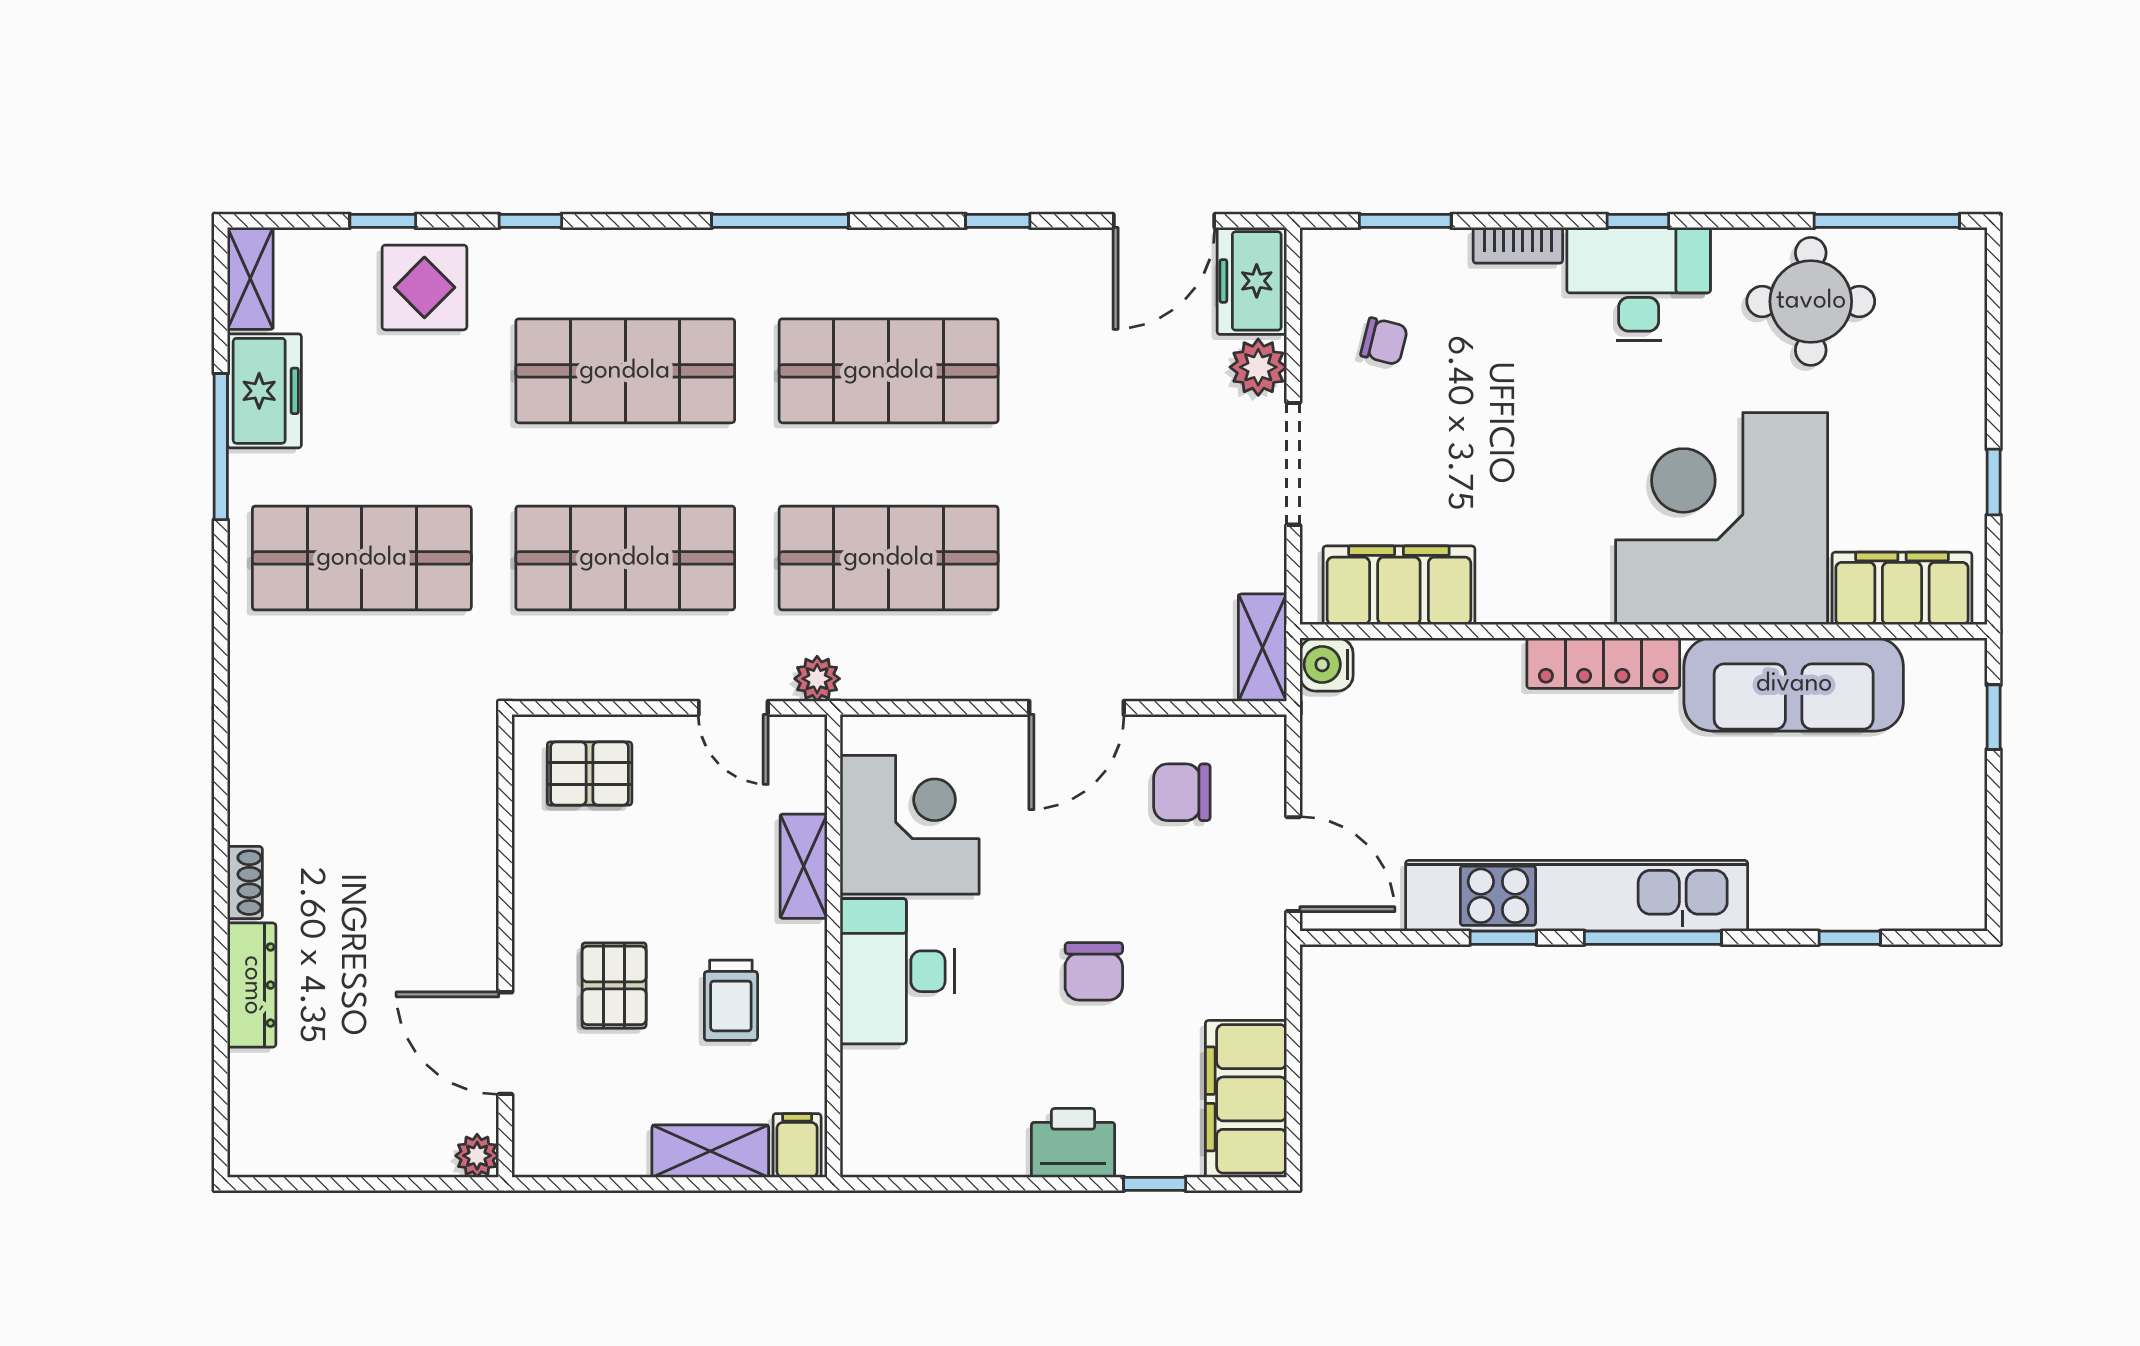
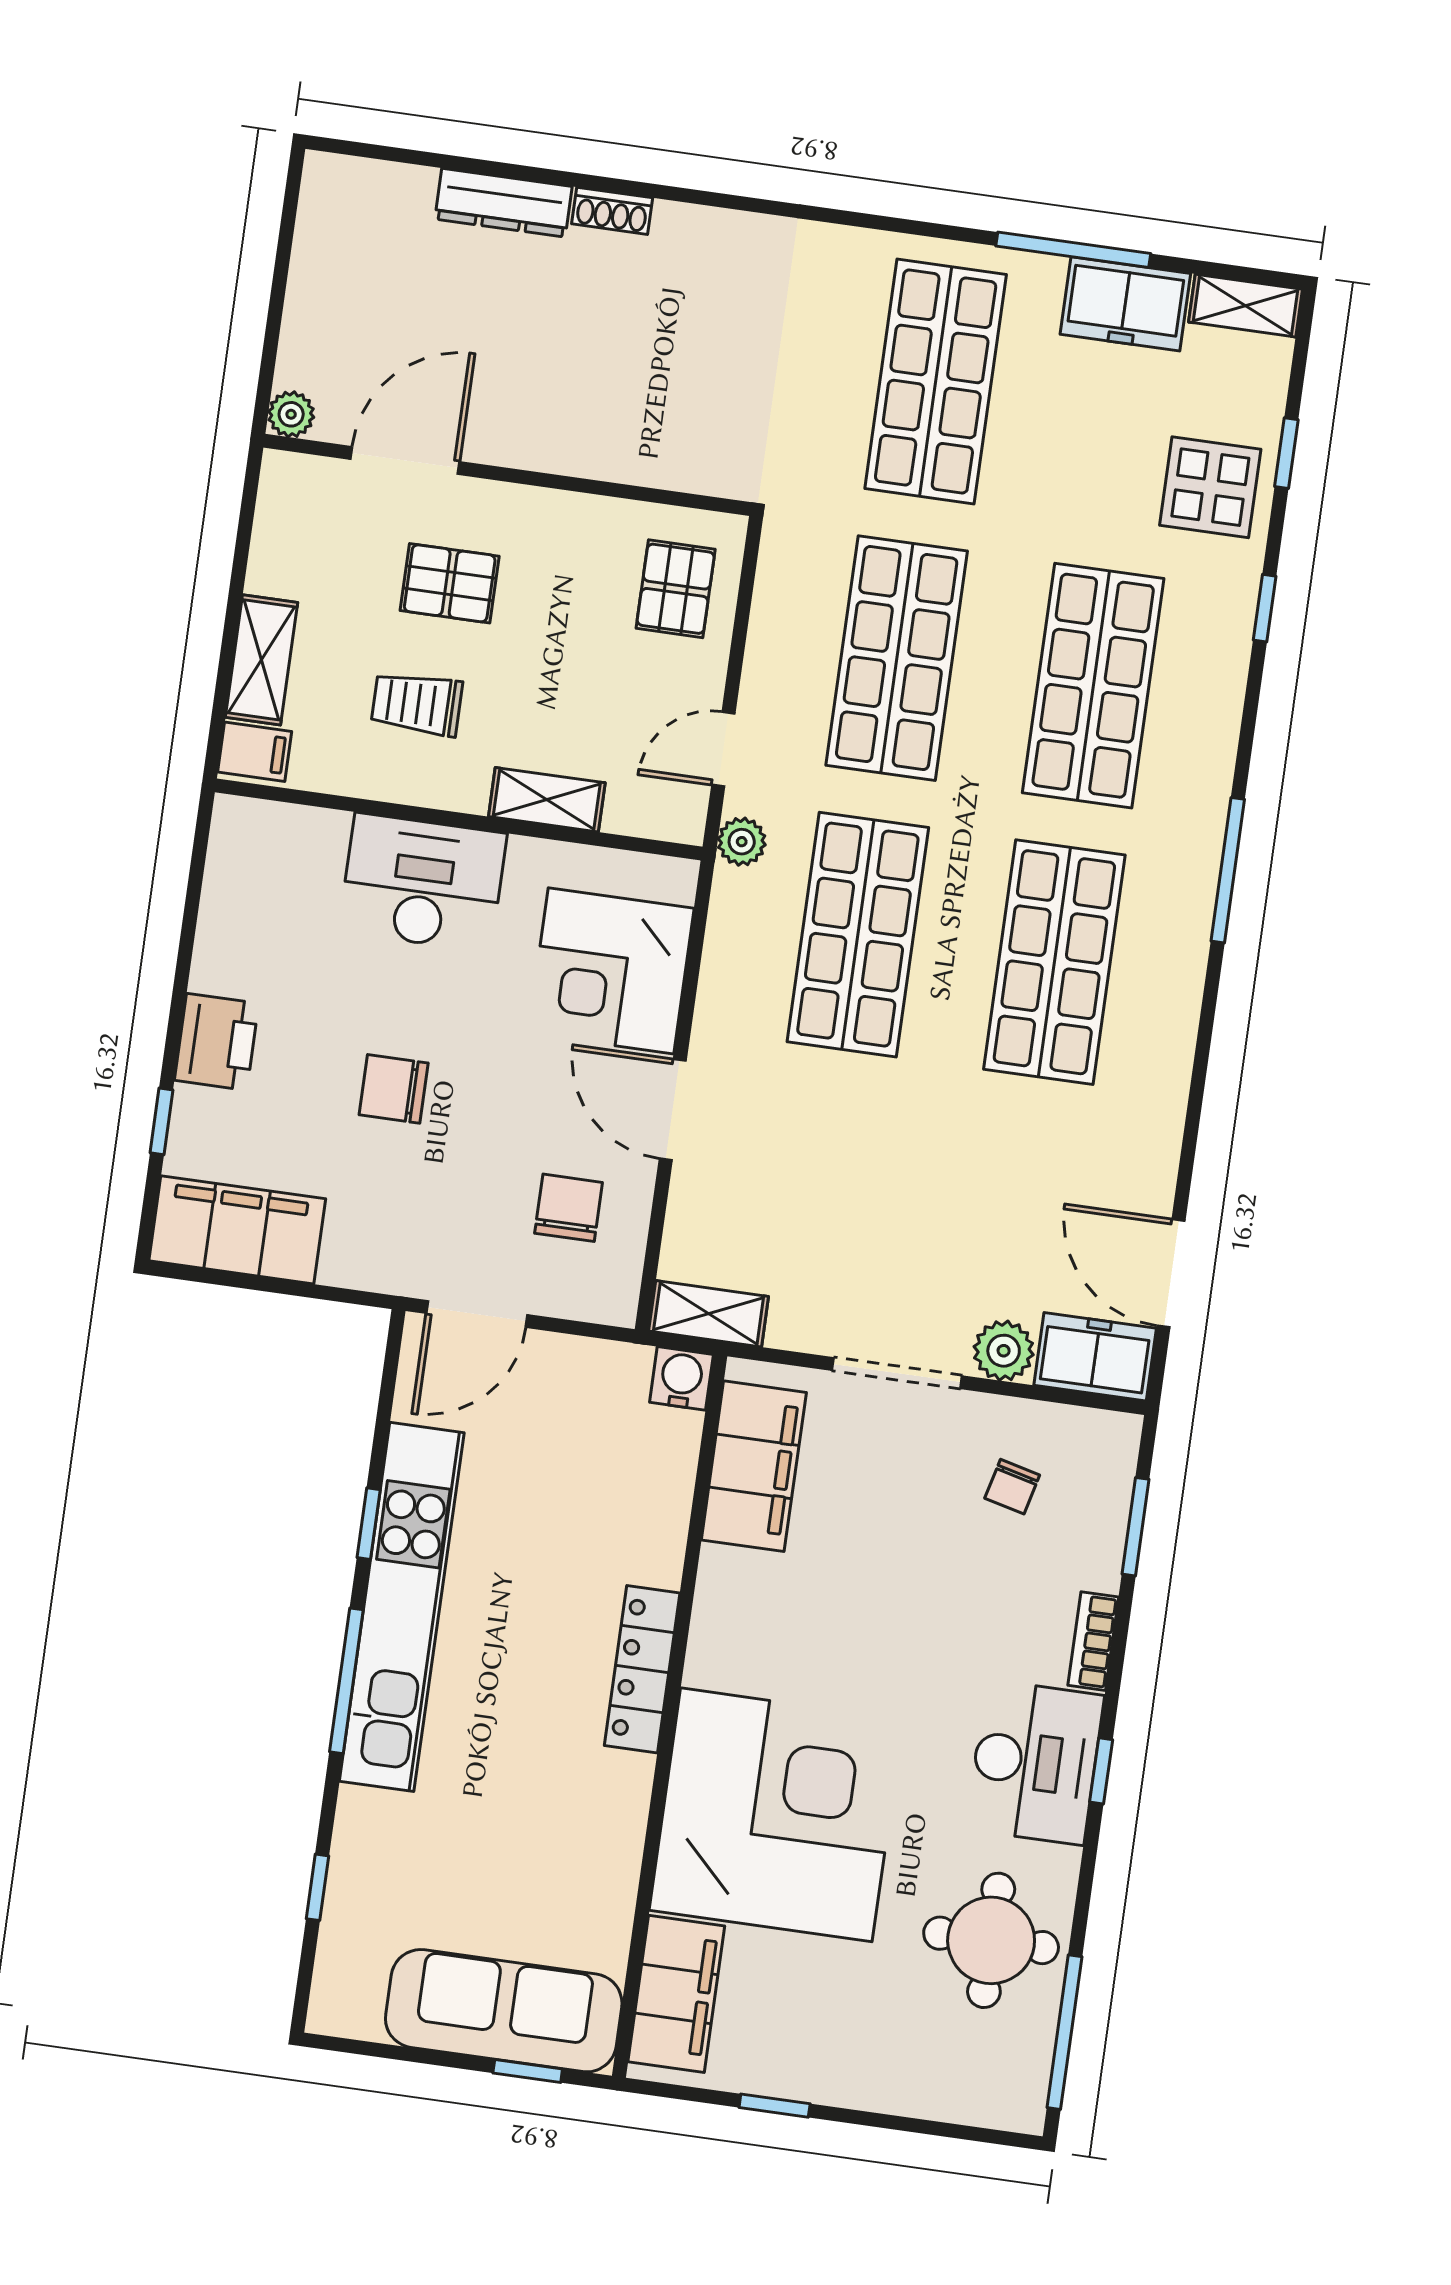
window: (998, 221) -> (1196, 1099), removed
sofa: (1794, 684) -> (504, 2011), moved, turned 90
corner desk: (910, 825) -> (611, 971), moved, turned 90

